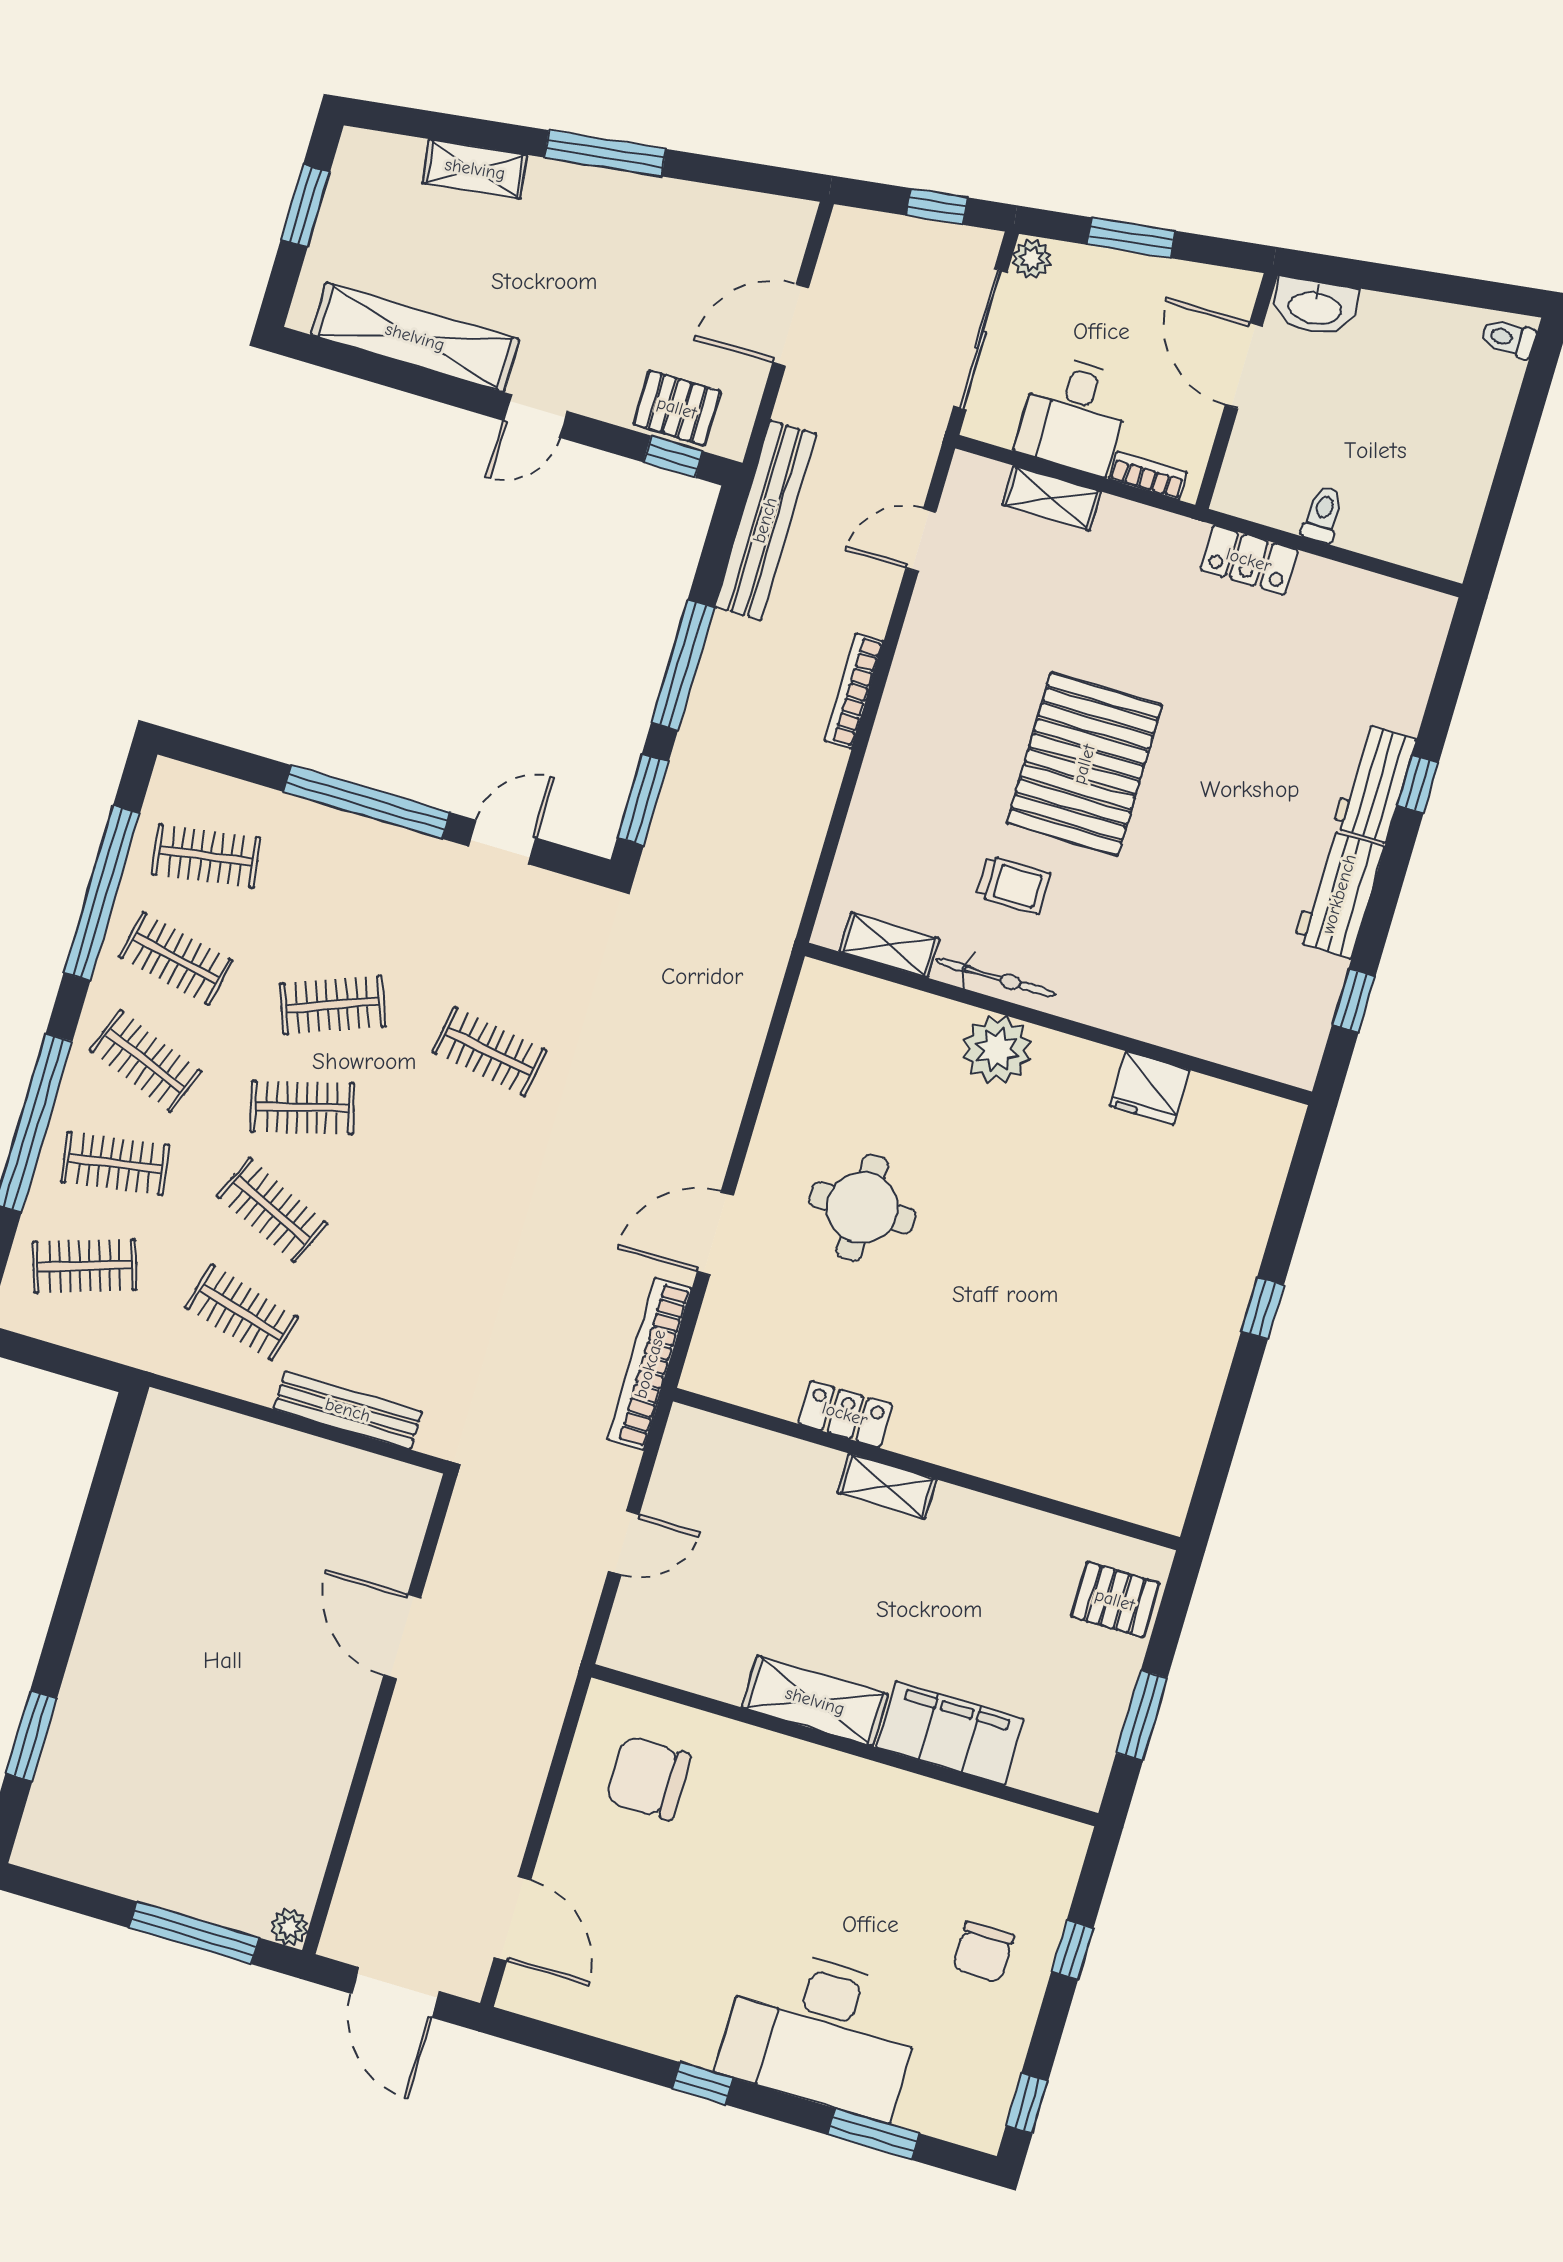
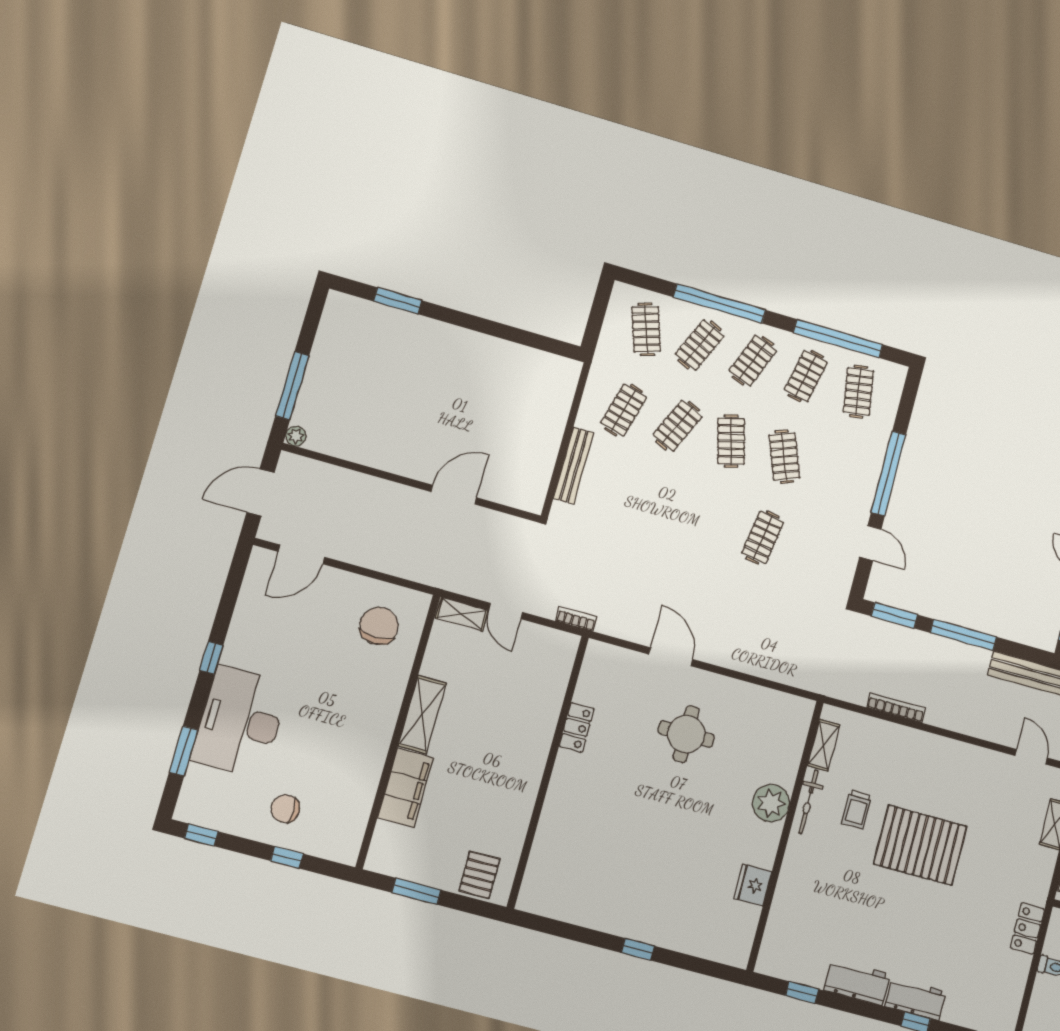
bookcase: (854, 691) -> (896, 708), moved
clothes rail: (115, 1163) -> (700, 345), turned 33
bookcase: (650, 1364) -> (576, 619), width x0.43, depth x0.76
shelving: (887, 1486) -> (462, 614), moved, turned 90

